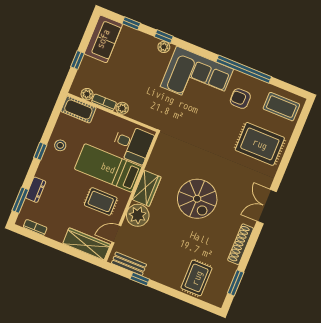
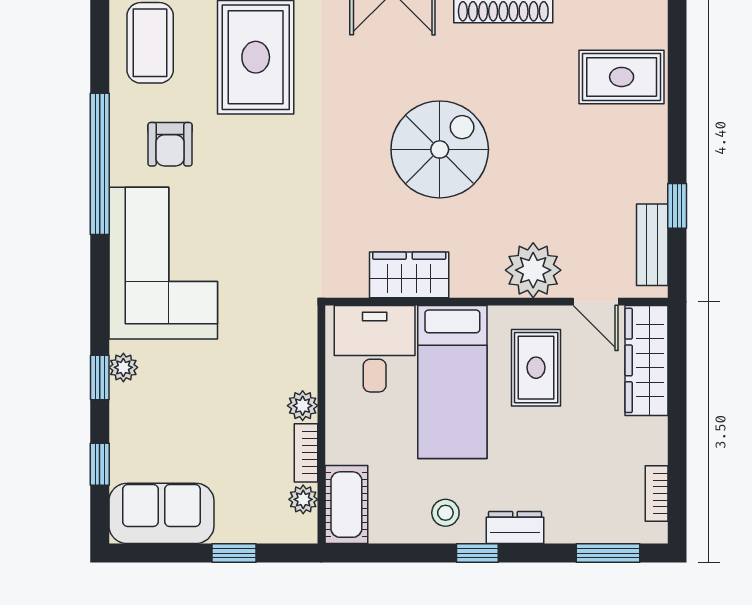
wardrobe: (147, 188) -> (409, 275), moved
dresser: (36, 190) -> (515, 528), moved

